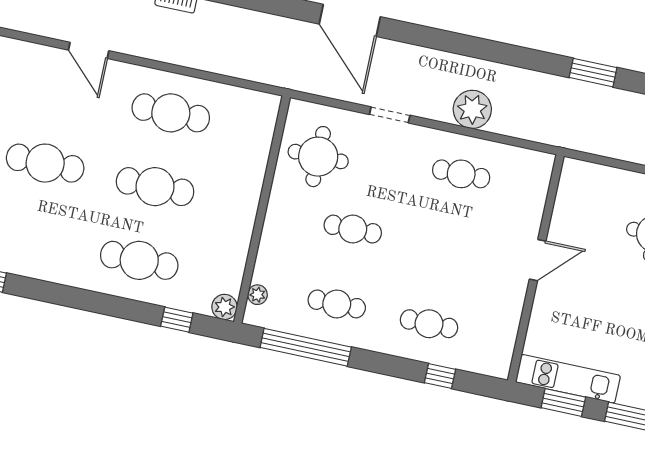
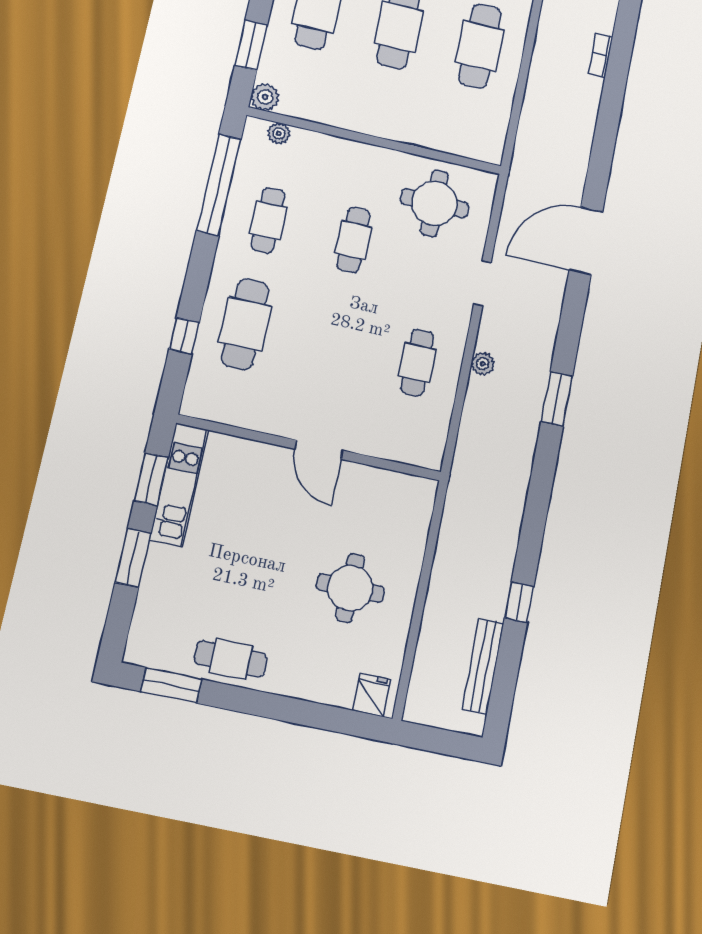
window: (593, 73) -> (557, 399), moved
plant: (472, 109) -> (483, 364), width x0.53, depth x0.53
window: (177, 320) -> (251, 45), width x1.50
cafe table: (429, 324) -> (245, 324), width x1.37, depth x1.35

